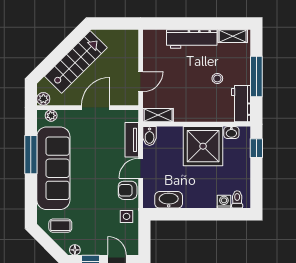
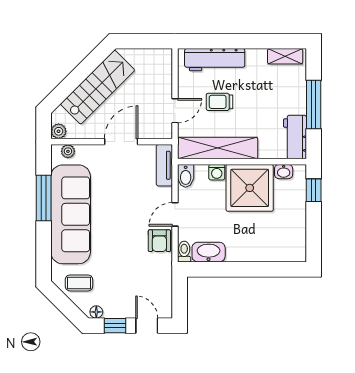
workbench: (192, 39) -> (215, 60), moved
trolley: (178, 74) -> (220, 102), added
stool: (217, 79) -> (267, 107), removed
shelving: (158, 115) -> (218, 148), width x2.20, depth x1.33
tv unit: (132, 140) -> (164, 165), moved
armchair: (128, 190) -> (159, 241), turned -90
toilet: (237, 199) -> (184, 252), moved
washing machine: (224, 202) -> (217, 172), moved, turned 180
side table: (127, 216) -> (158, 272), removed

